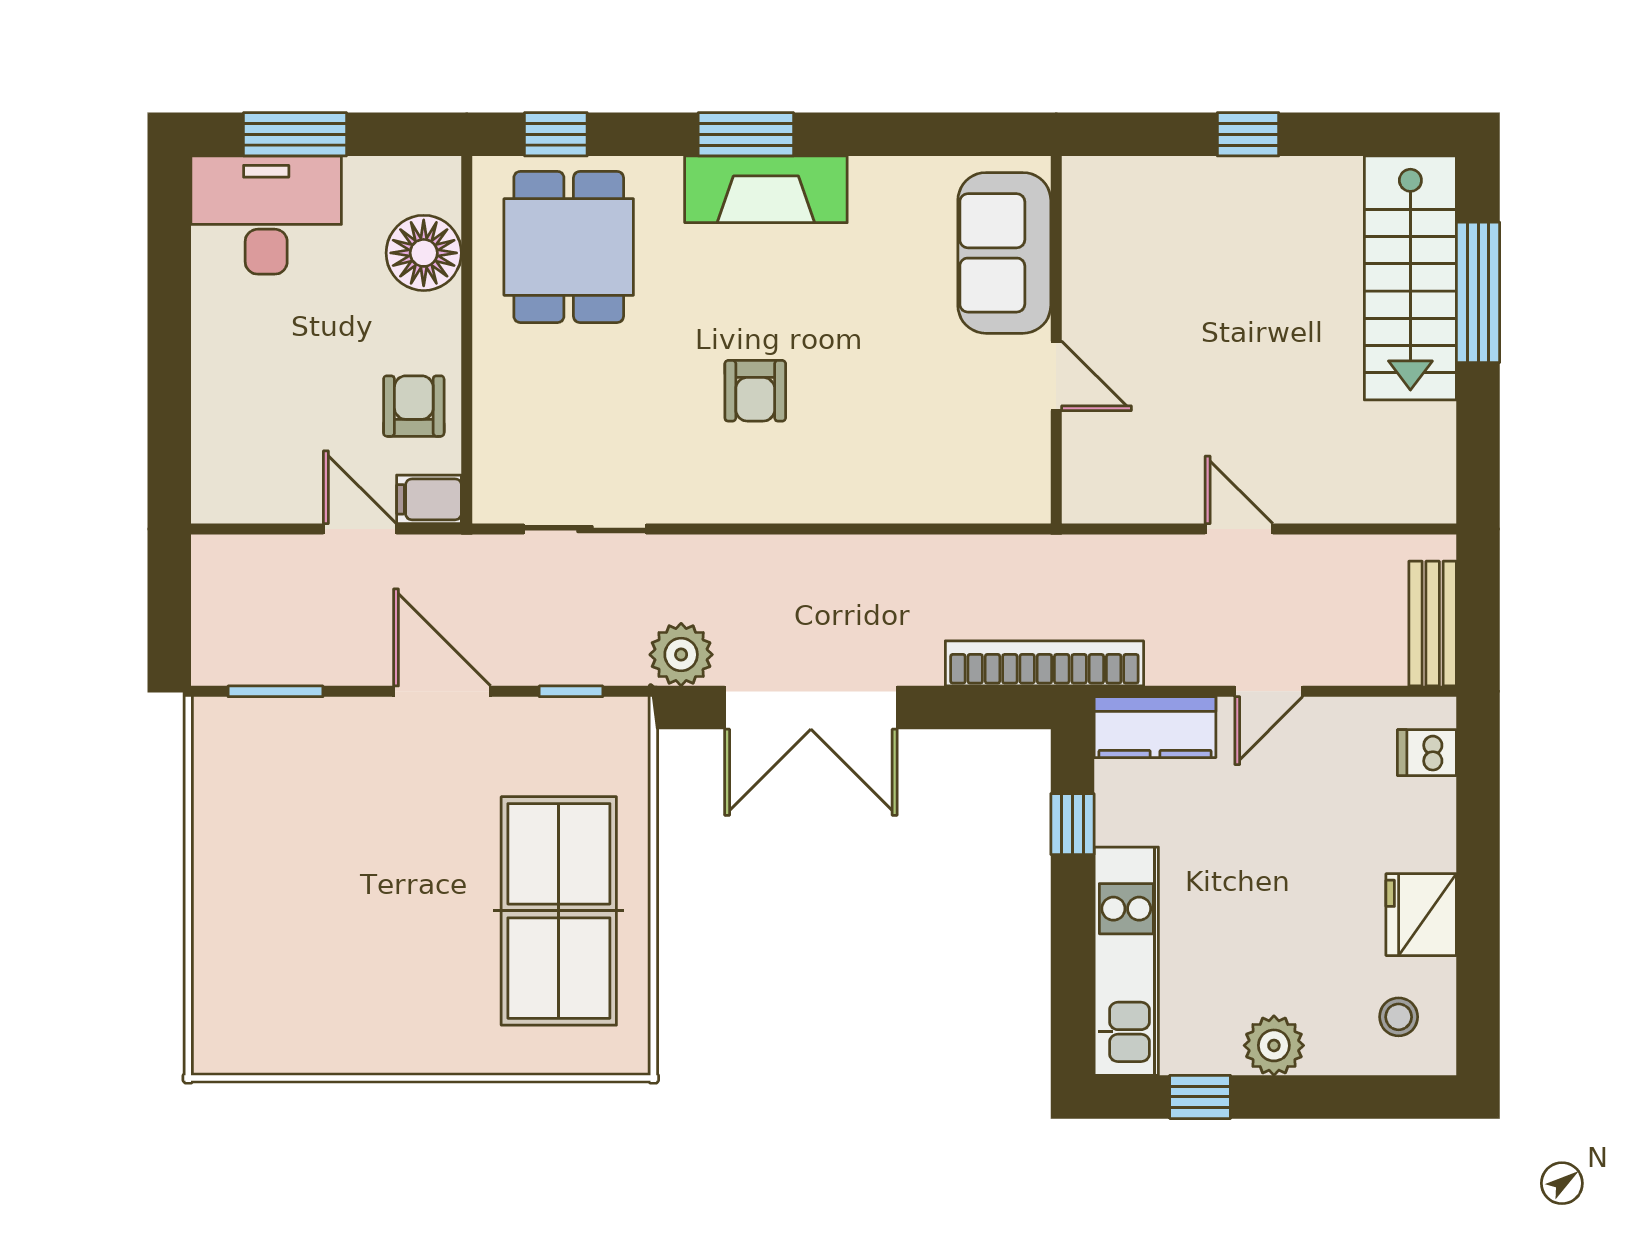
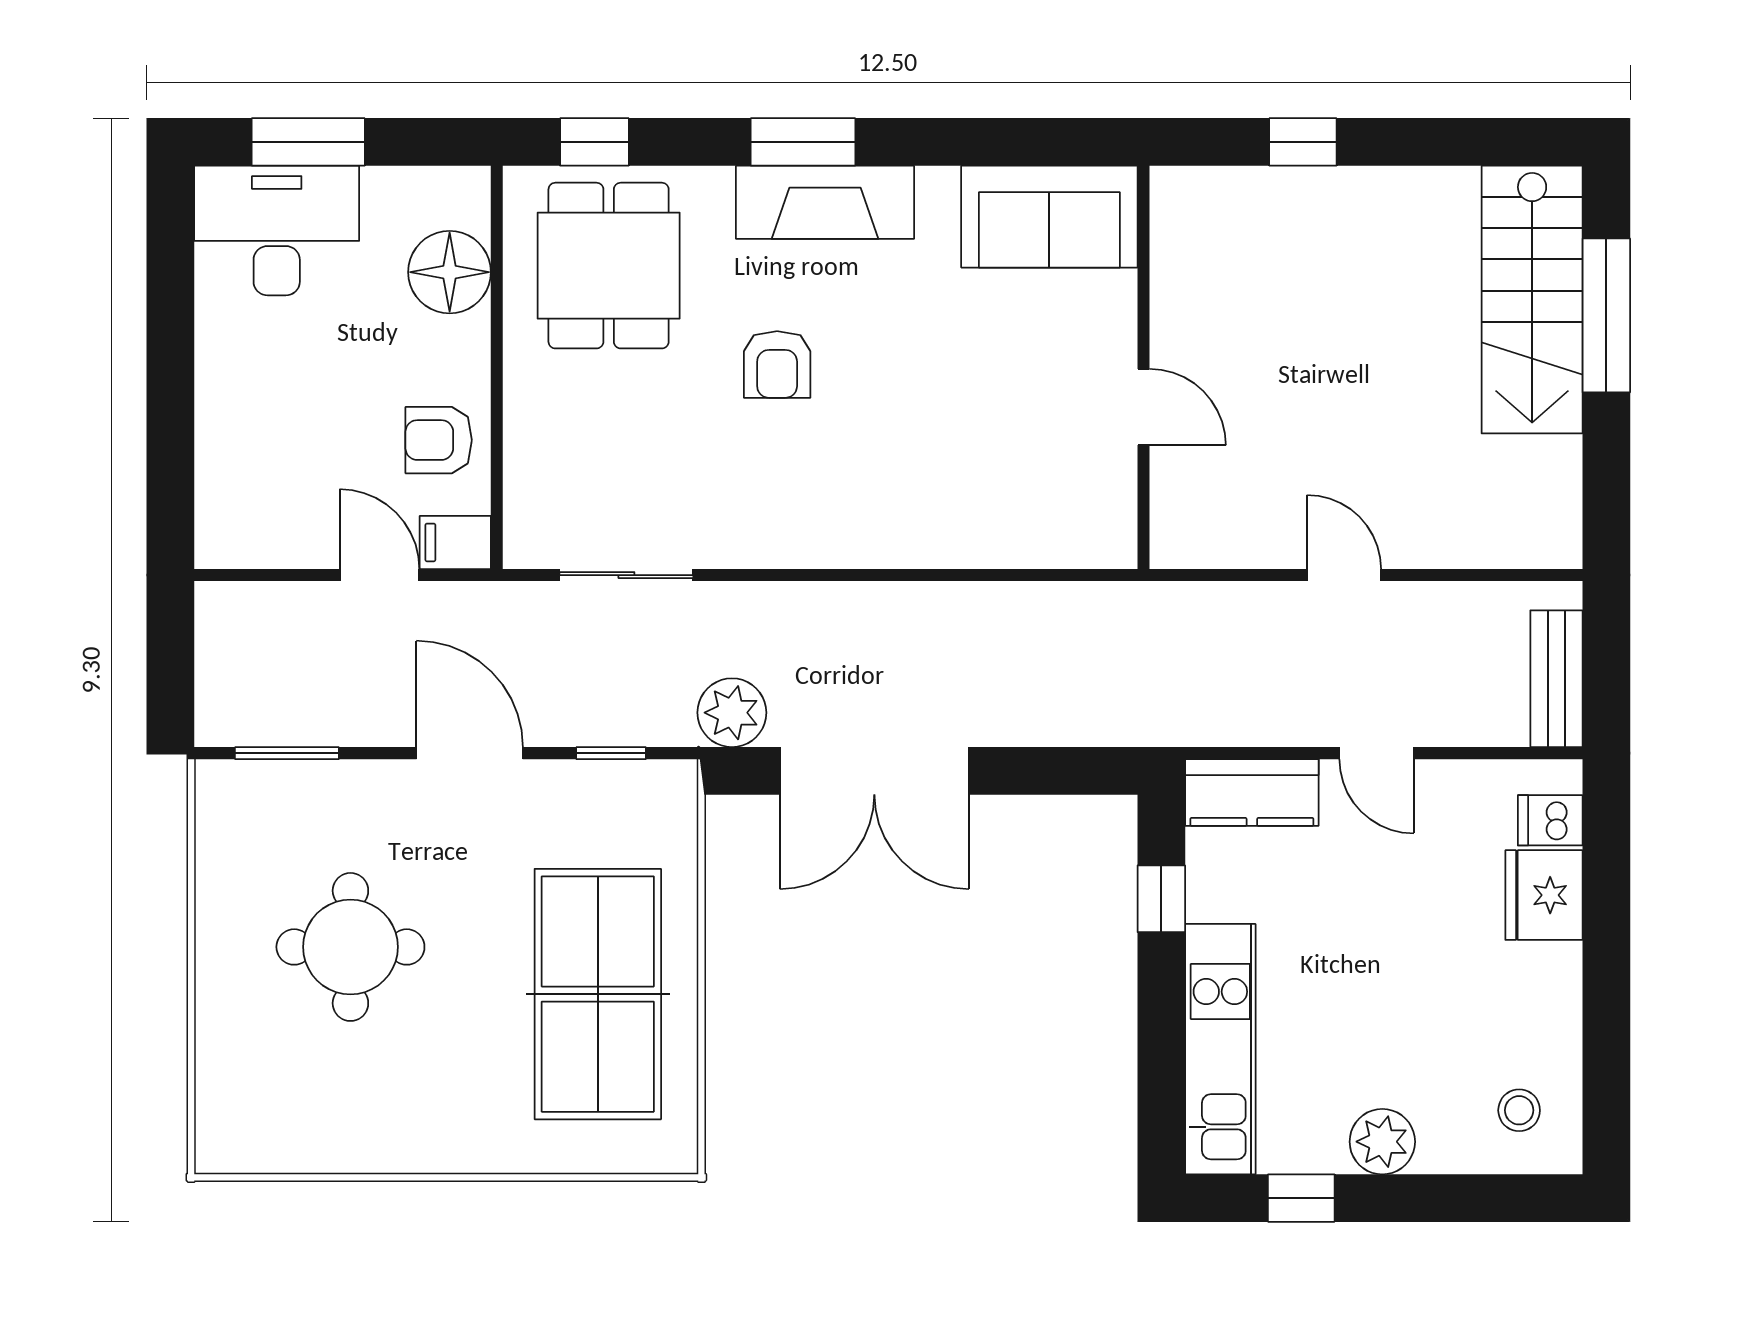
window: (1248, 134) -> (1303, 142), moved
sofa: (1004, 253) -> (1049, 217), moved, turned -90
armchair: (755, 391) -> (777, 365), moved
armchair: (414, 406) -> (439, 440), turned -90
bookcase: (1044, 663) -> (1131, 722), removed
door: (1269, 691) -> (1377, 753), hinge flipped
round table: (333, 868) -> (350, 947), added
fridge: (1421, 915) -> (1544, 895), moved

